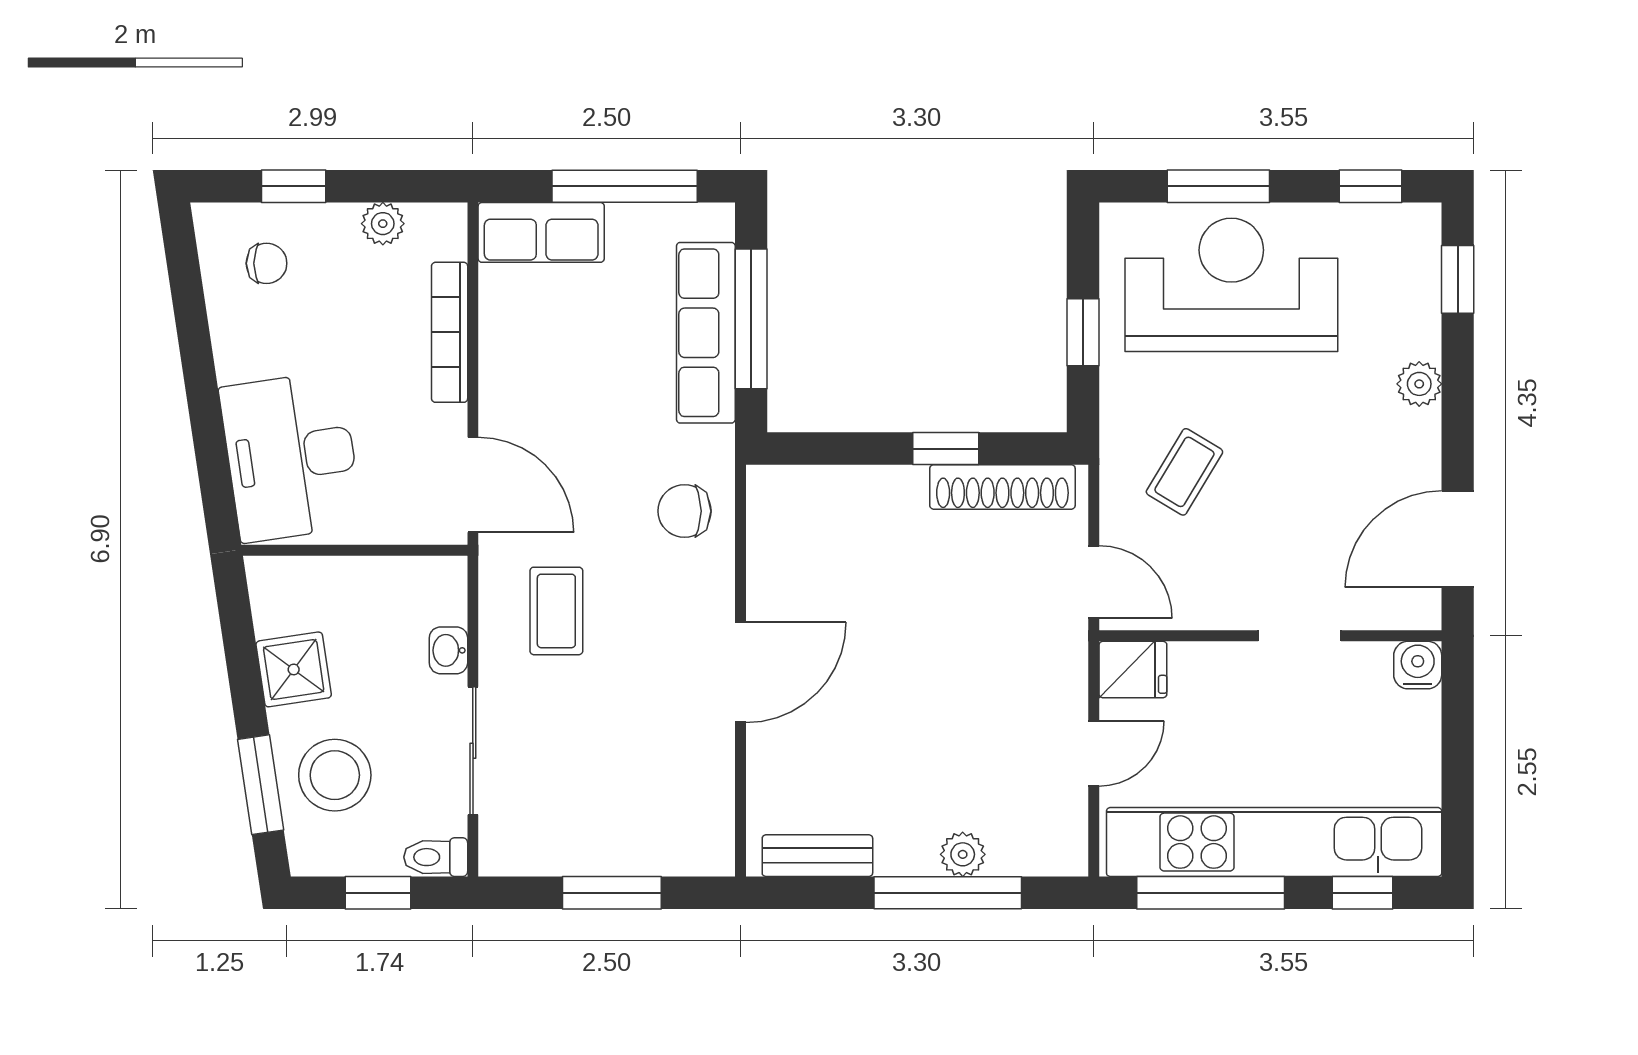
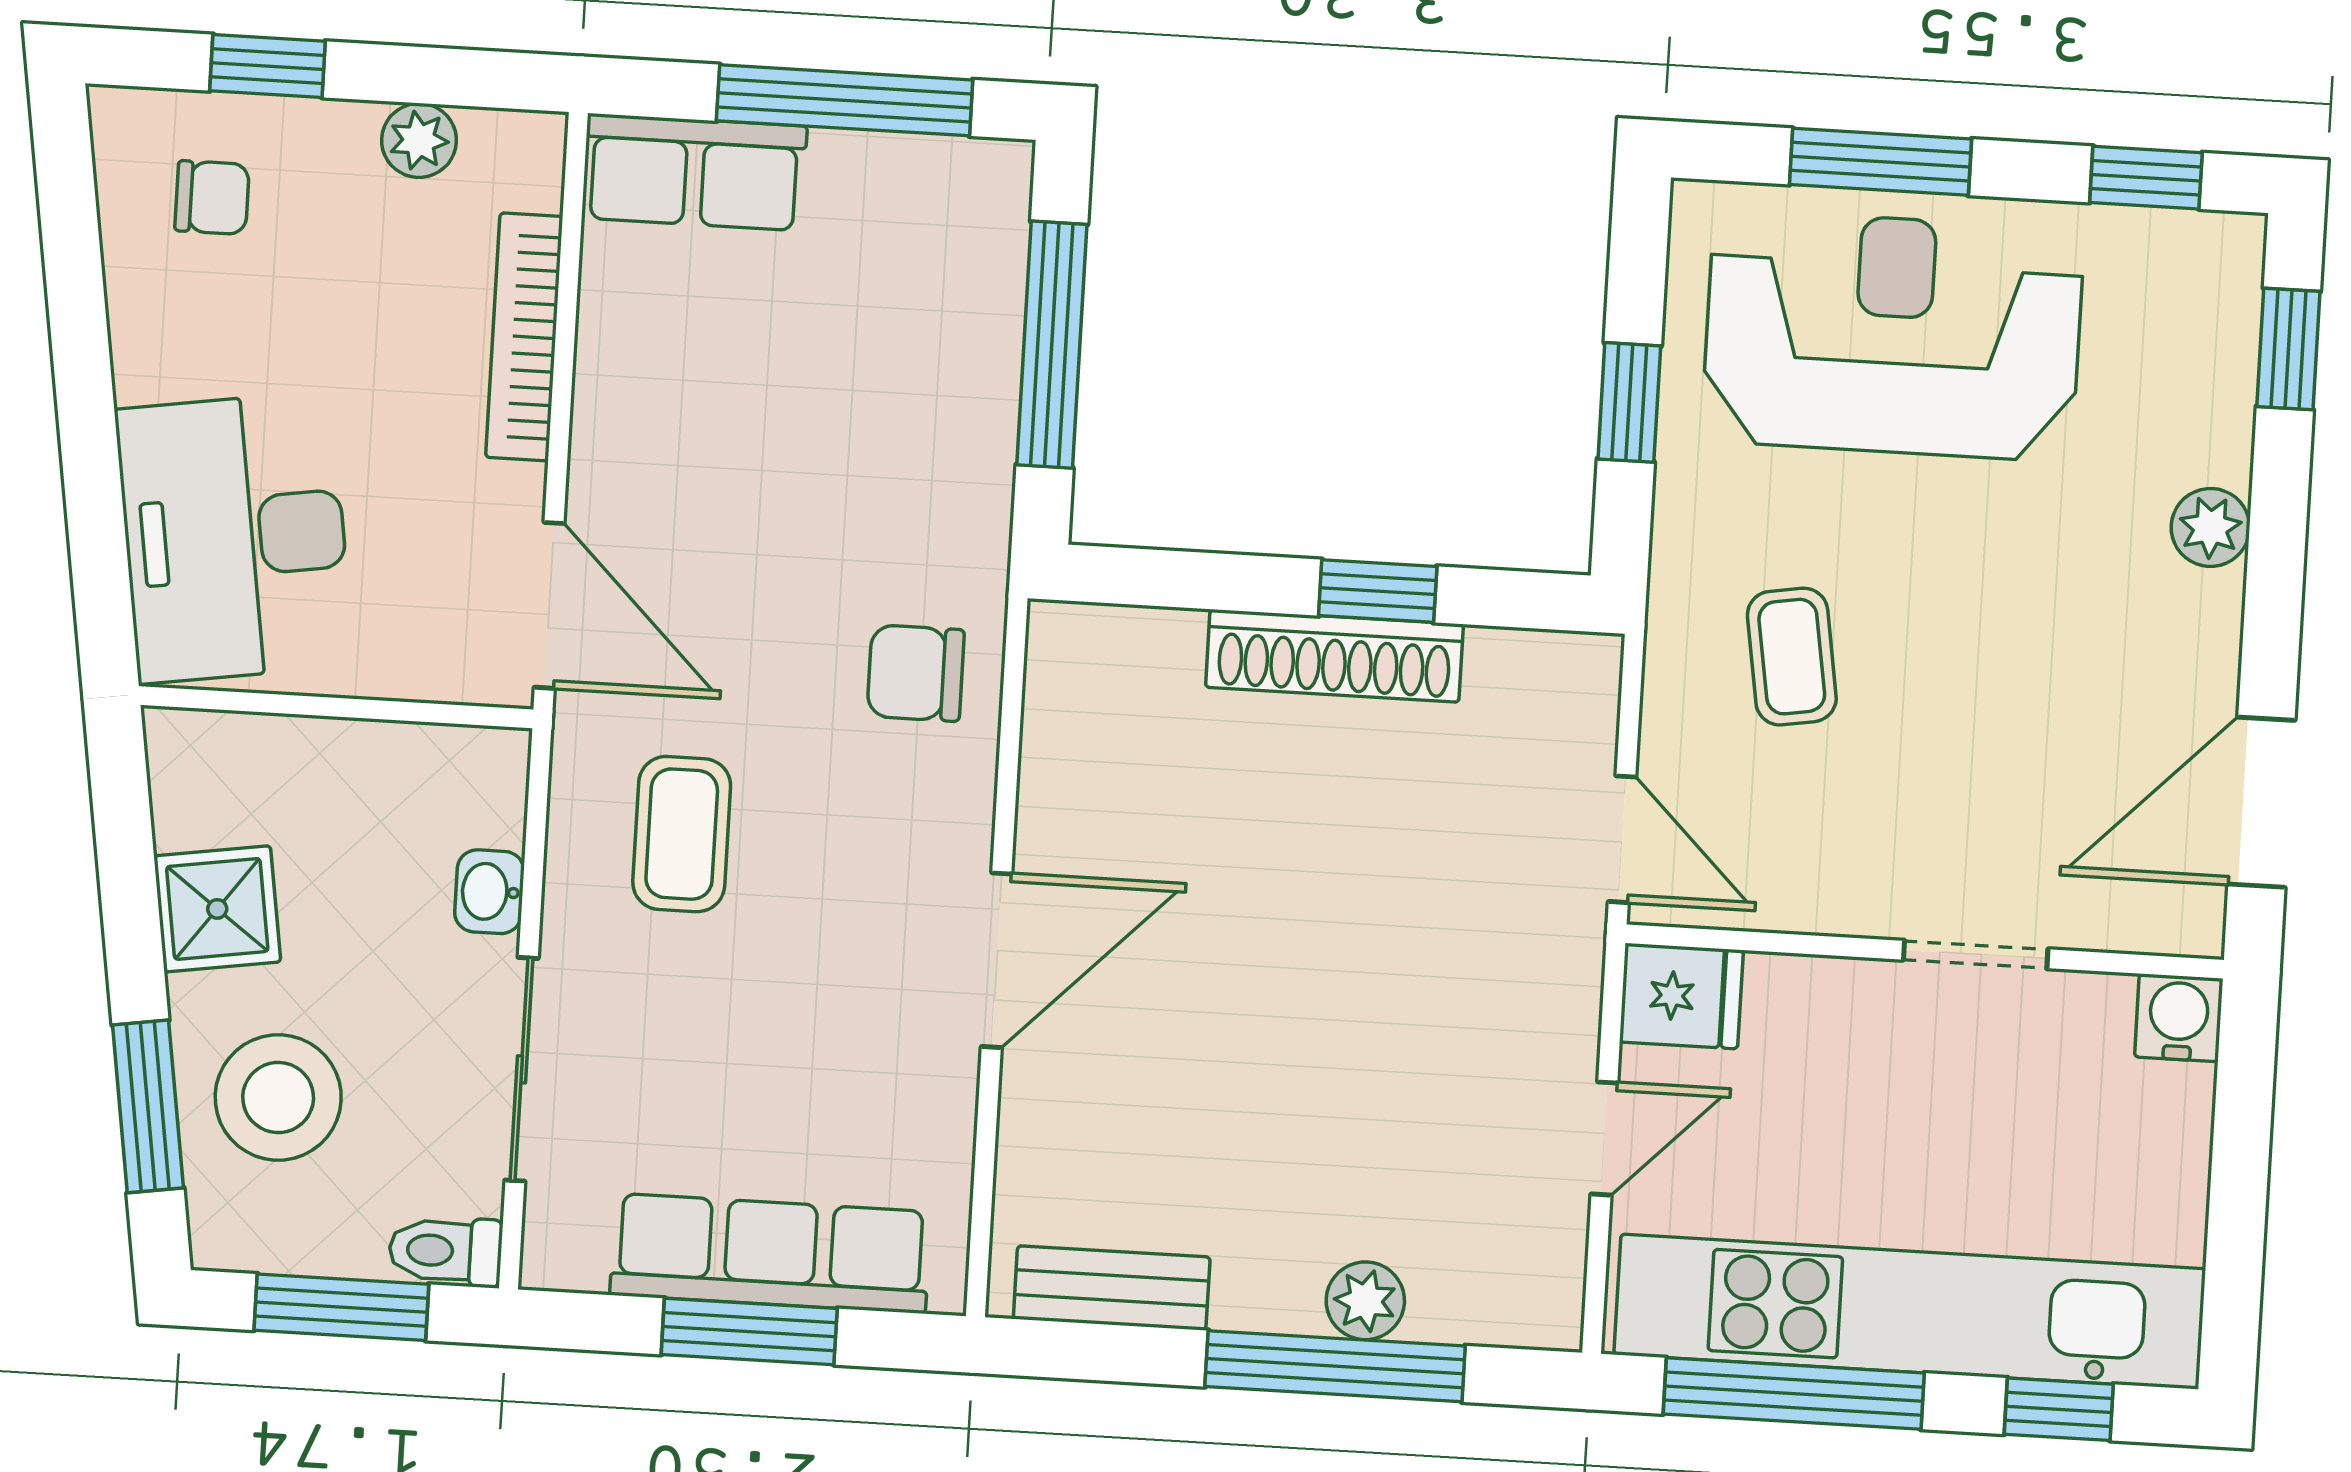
row of seats: (706, 333) -> (770, 1253), moved, turned 90
coffee table: (1184, 472) -> (1792, 657), turned -40
shoe rack: (1002, 487) -> (1334, 656), moved
window: (378, 893) -> (341, 1307), width x1.50

